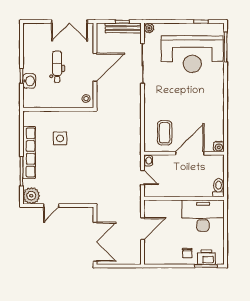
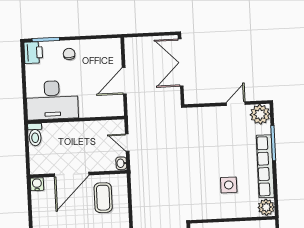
plant: (30, 118) -> (266, 207), added
printer: (206, 257) -> (33, 53), moved, turned -90

